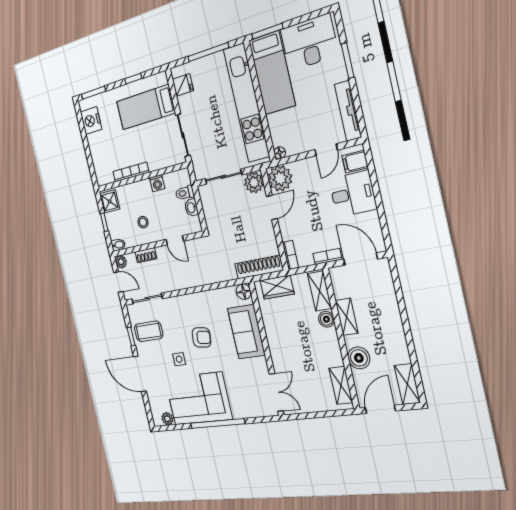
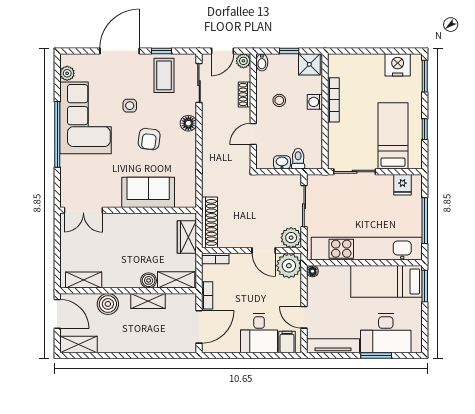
desk: (309, 42) -> (386, 333), moved, turned 90
washing machine: (157, 183) -> (315, 102), moved
floor lamp: (244, 292) -> (188, 123), moved

